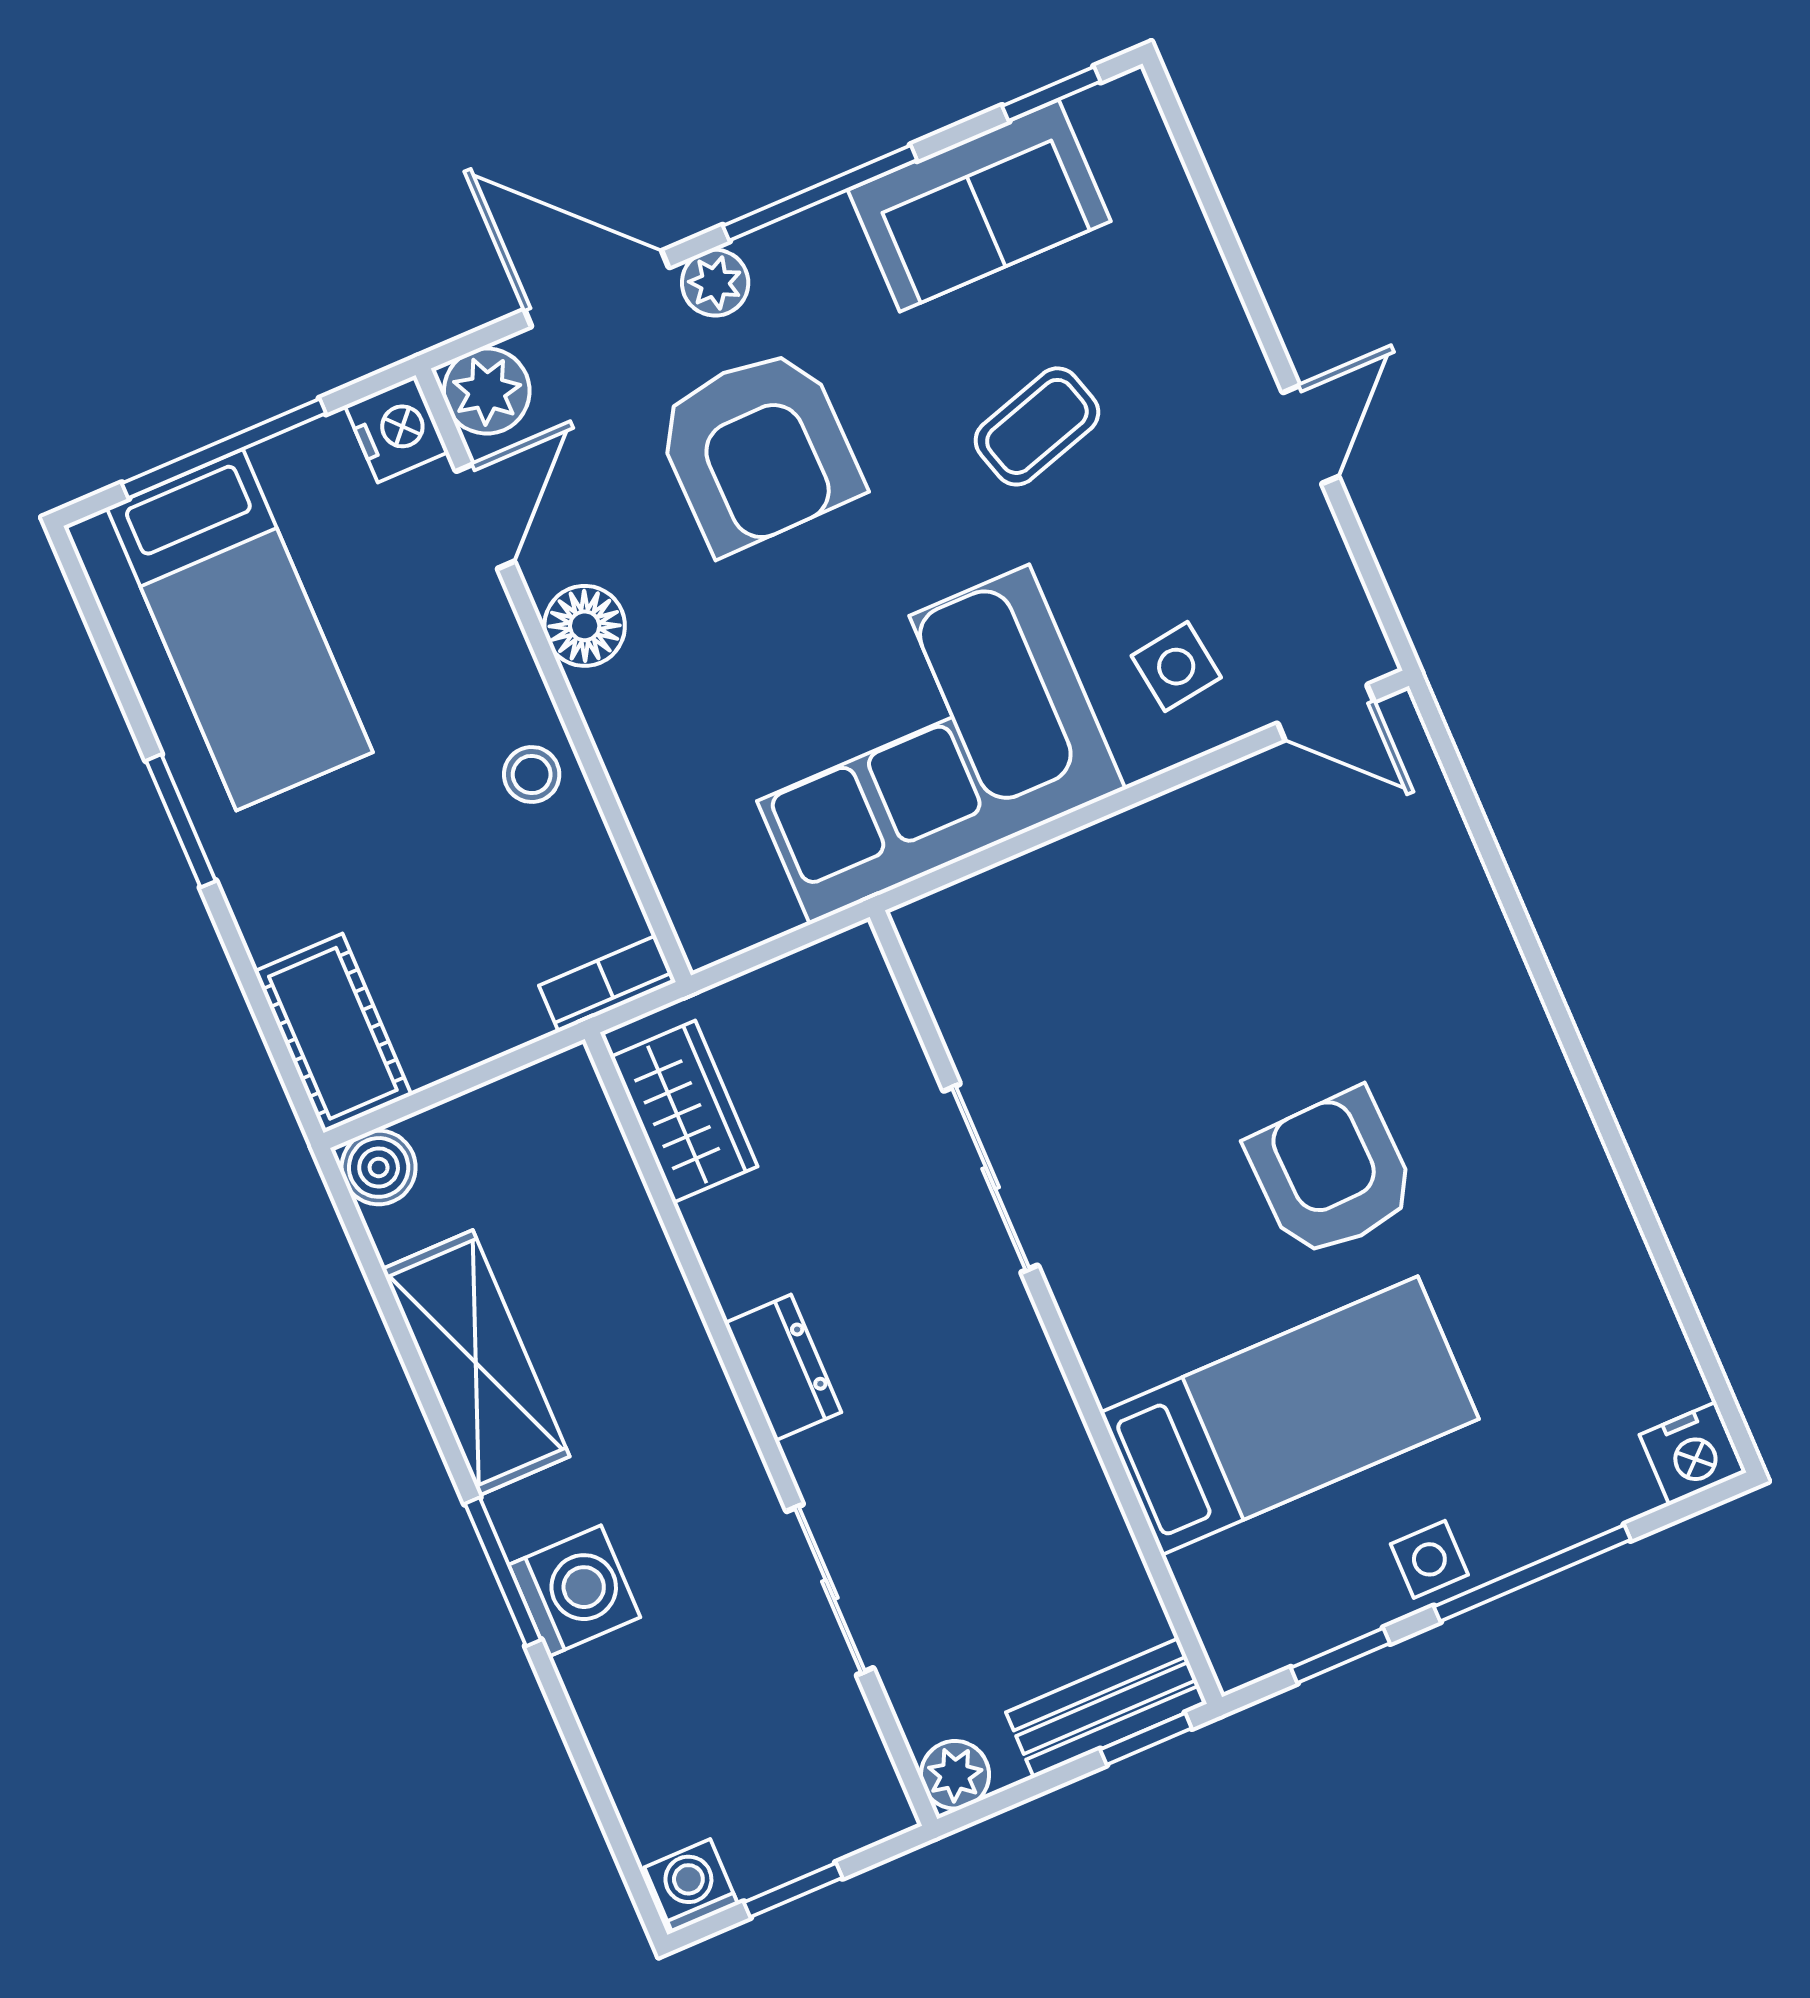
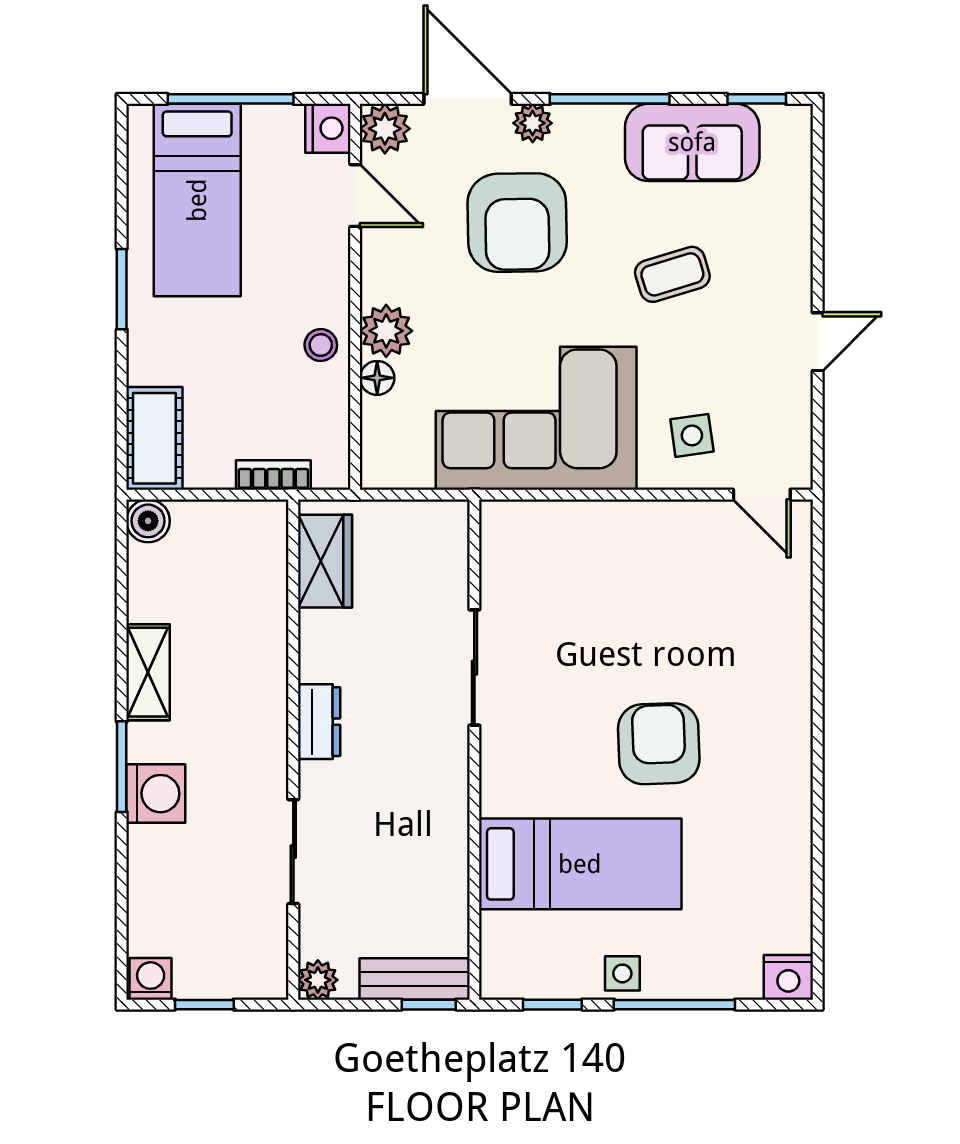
door: (485, 516) -> (355, 196), hinge flipped
floor lamp: (585, 626) -> (377, 378), moved, width x0.73, depth x0.73
plant: (625, 708) -> (386, 331), added
bookcase: (607, 984) -> (273, 475), moved
shelving: (476, 1363) -> (148, 672), width x0.67, depth x0.75

